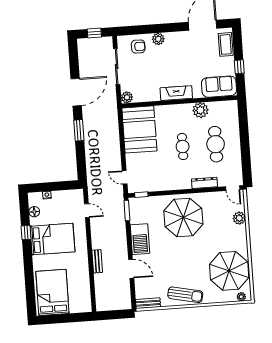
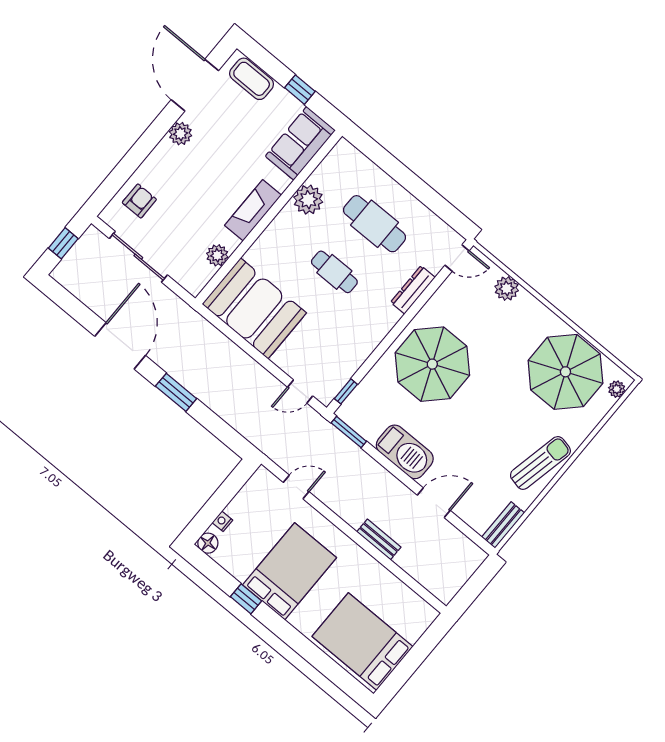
plant: (158, 39) -> (180, 134), moved
plant: (127, 97) -> (217, 255), moved
floor lamp: (34, 212) -> (208, 543), moved

